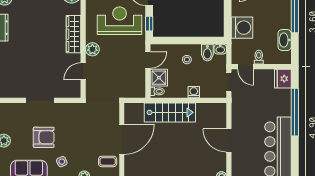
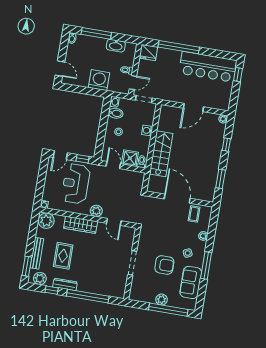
rug: (35, 20) -> (63, 256), added
armchair: (44, 137) -> (164, 265), turned 90

